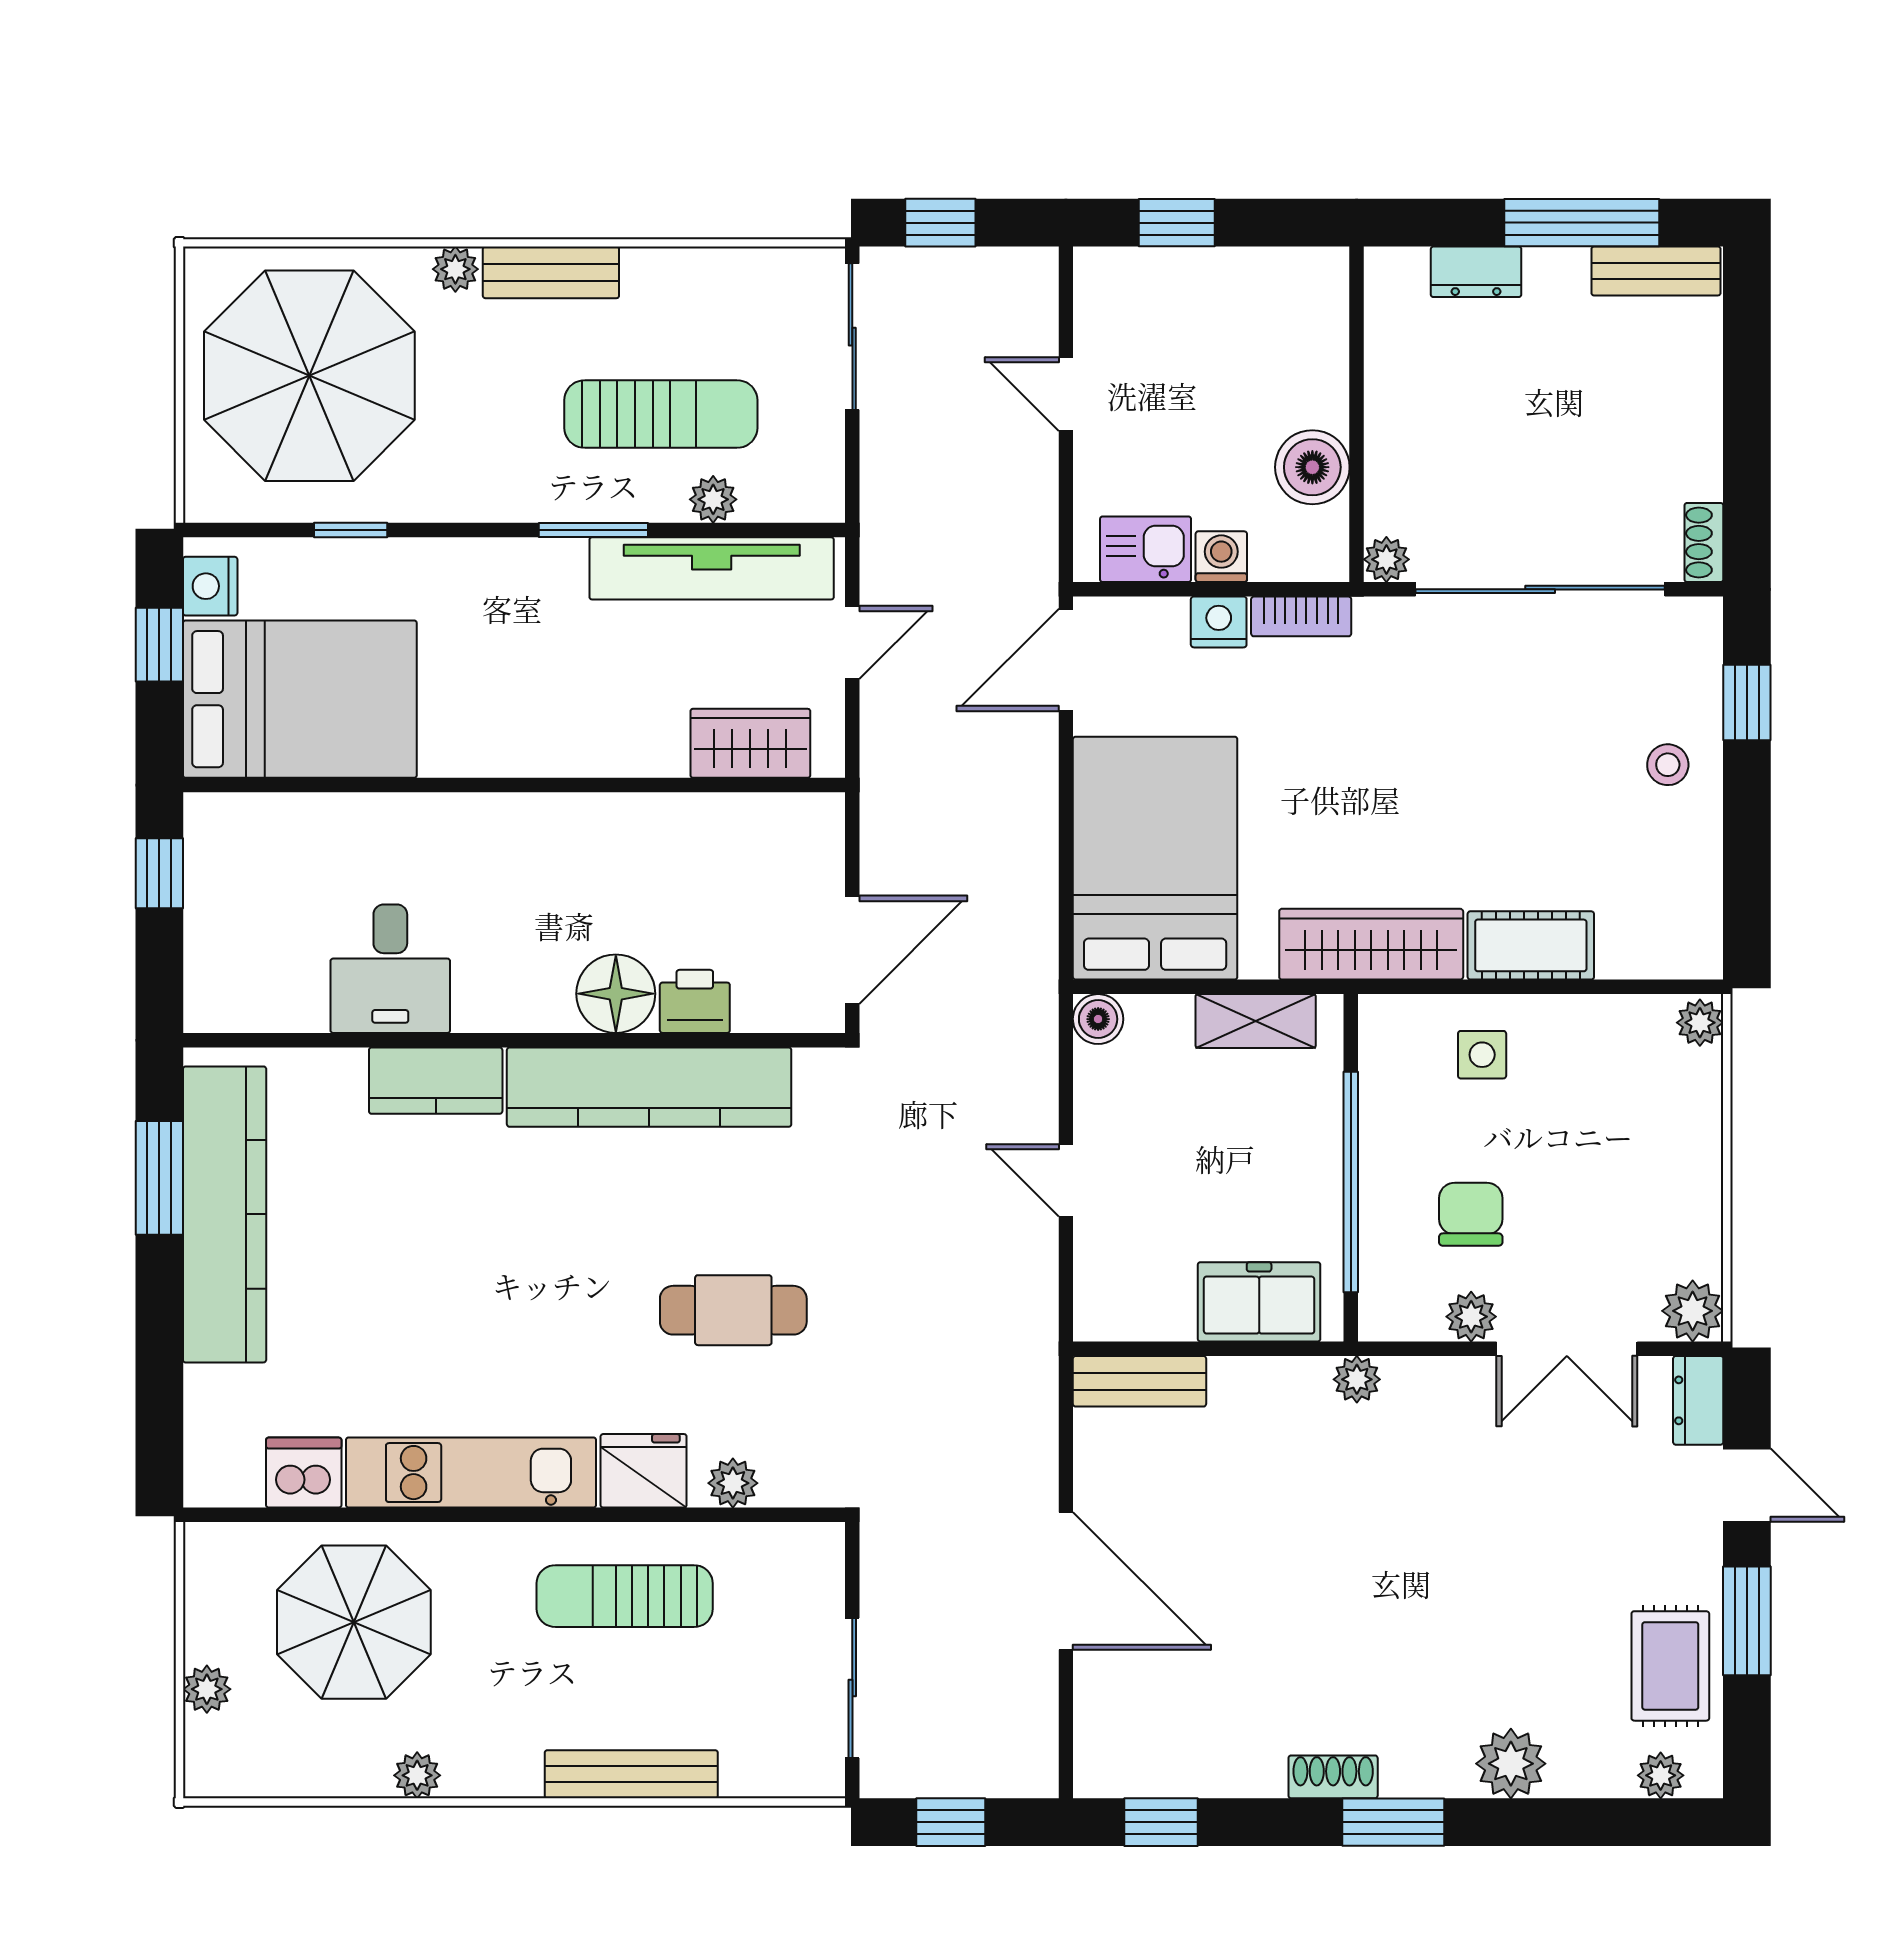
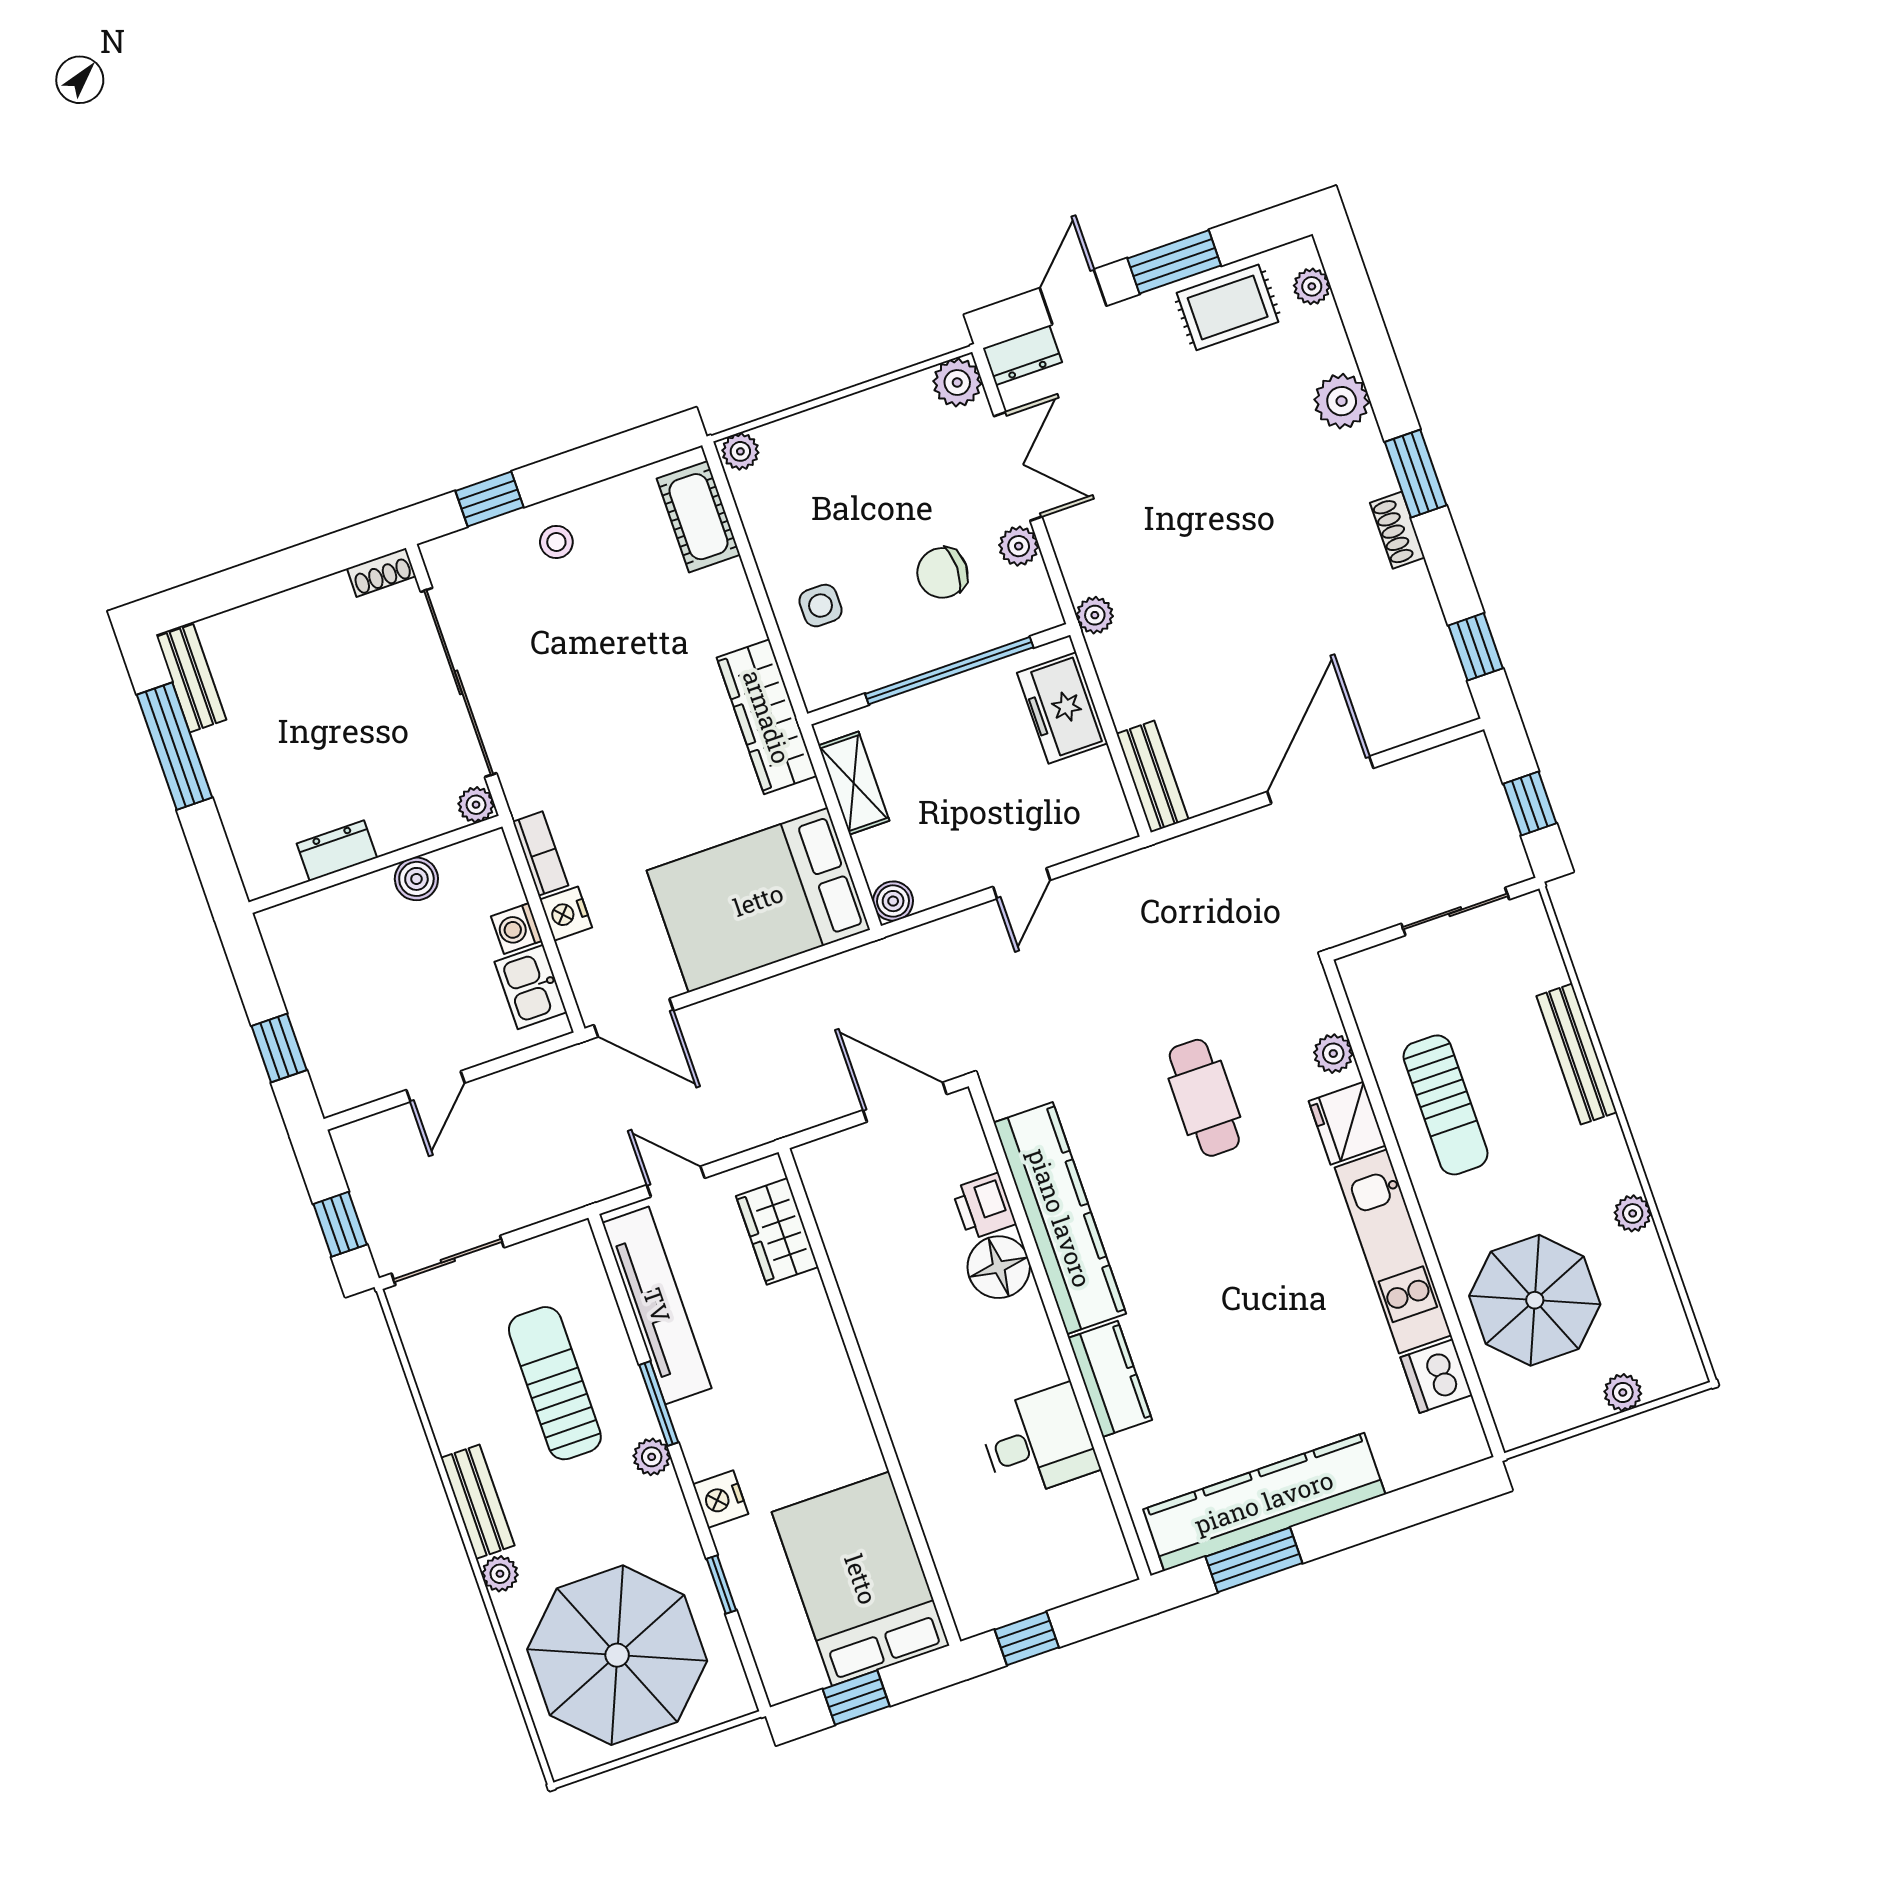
dresser: (1476, 272) -> (337, 851), moved, turned -90
boiler: (1312, 467) -> (416, 879), width x0.73, depth x0.73
plant: (713, 499) -> (652, 1457), moved
nightstand: (210, 586) -> (720, 1499), moved, turned 90
cot: (1531, 945) -> (699, 517), moved

